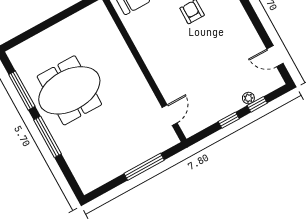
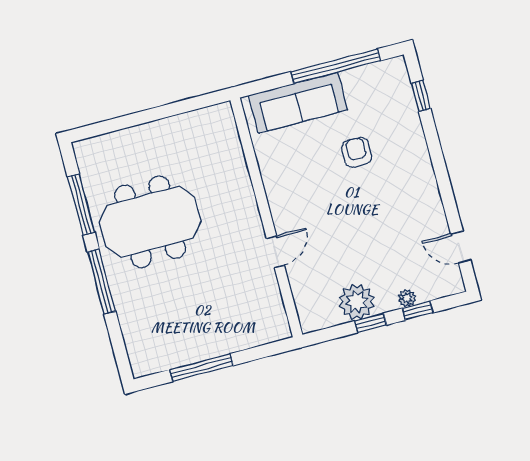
plant: (216, 109) -> (357, 302), added
door: (170, 115) -> (275, 252), moved
window: (144, 167) -> (201, 368), moved

